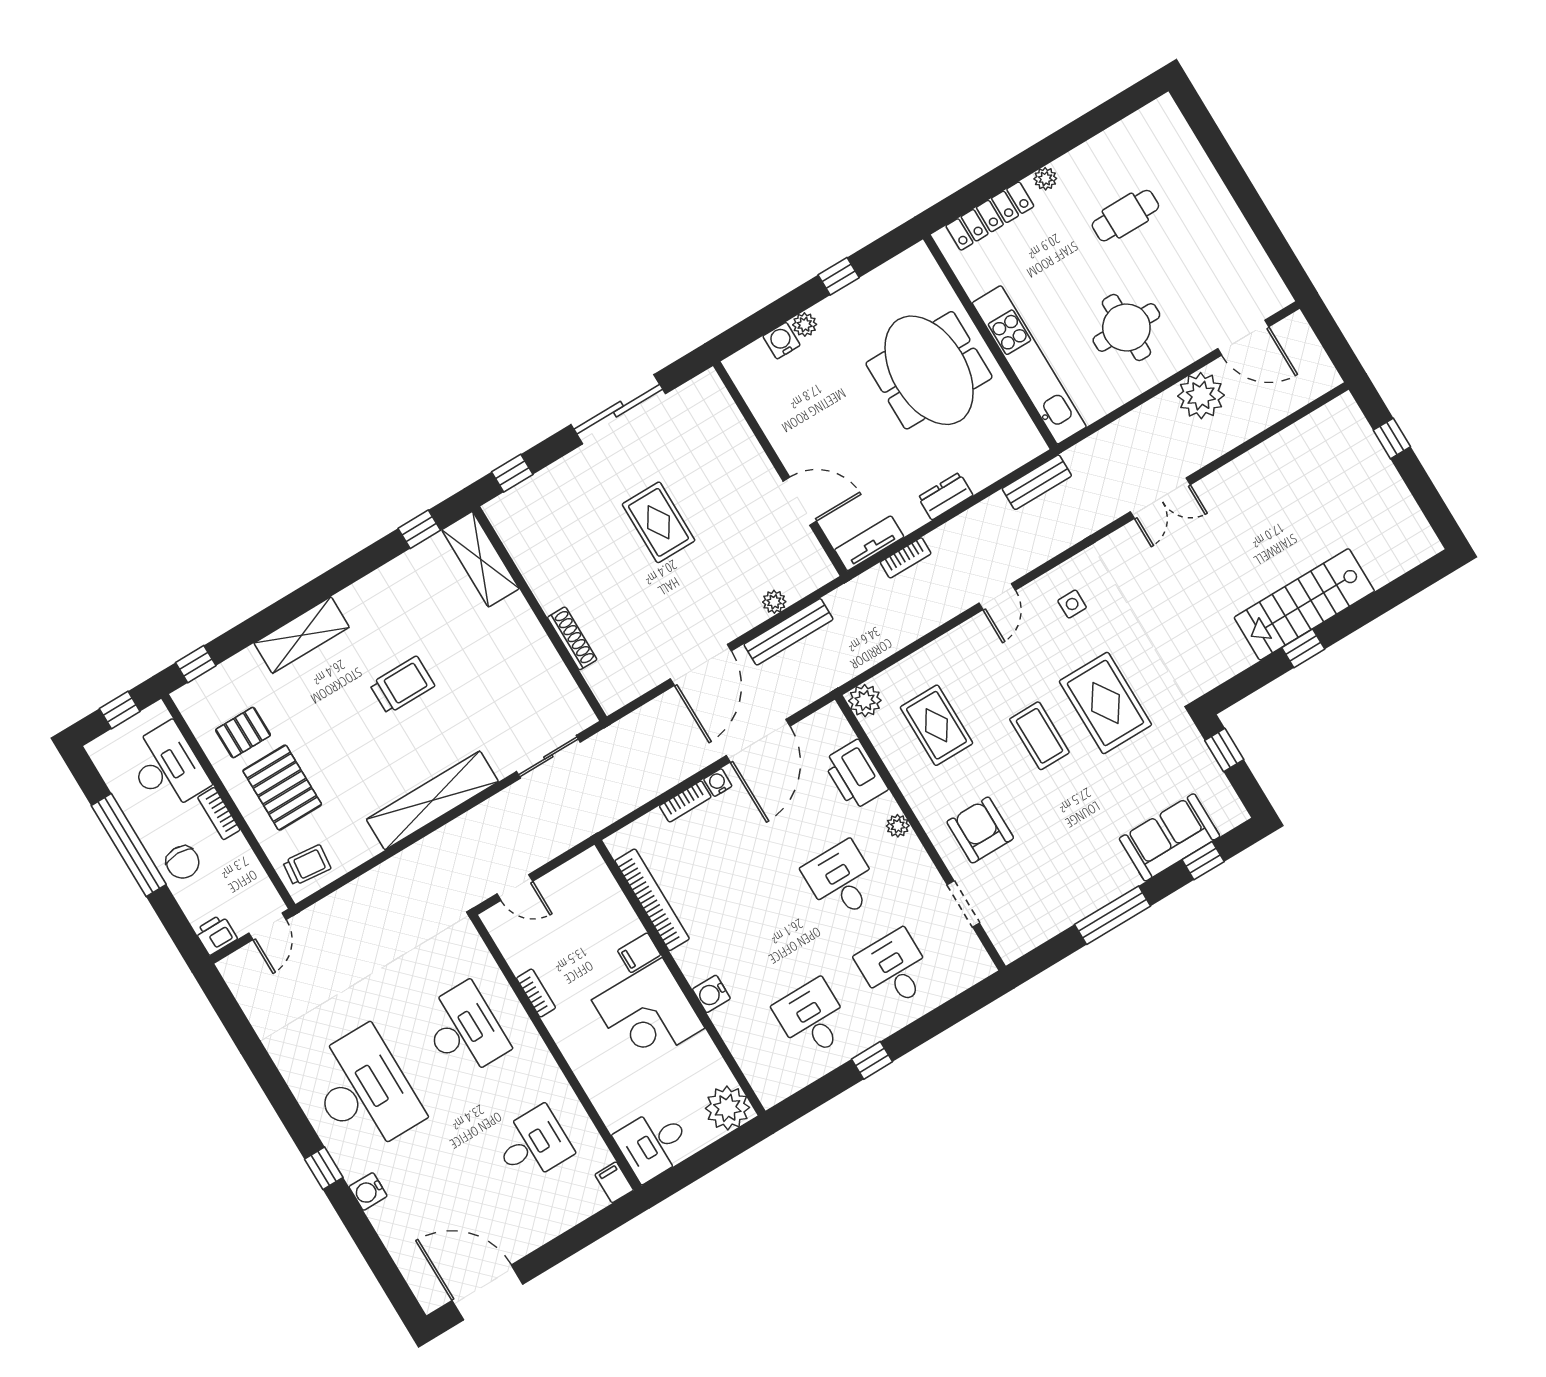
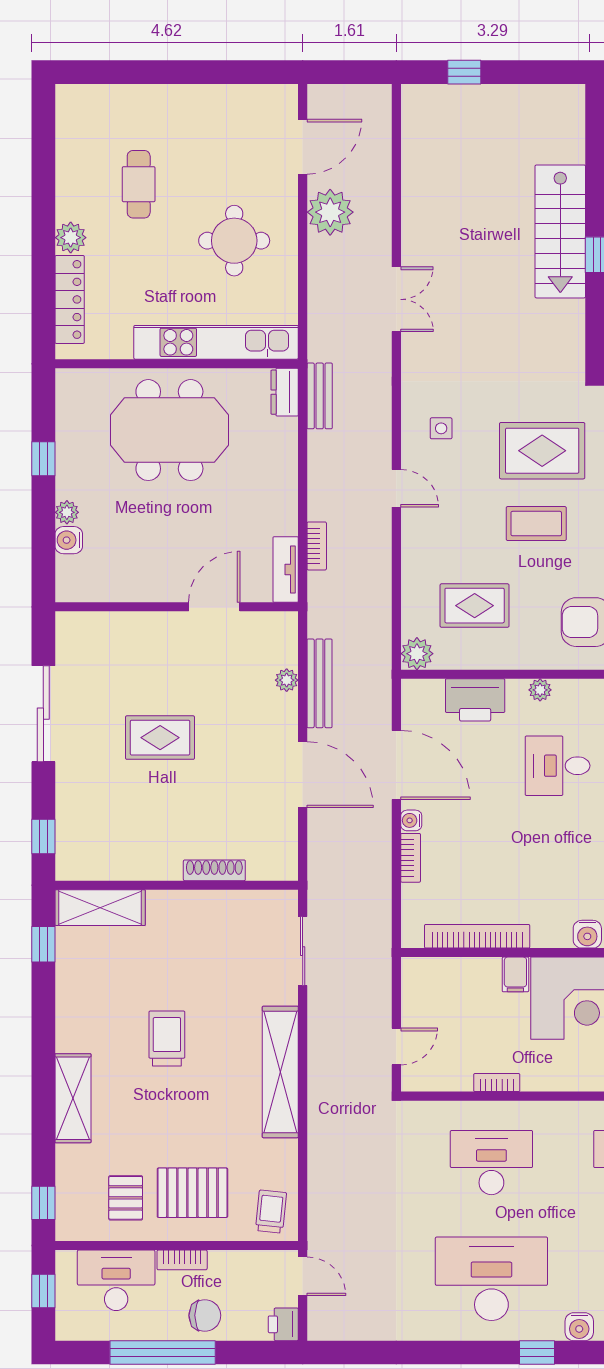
plant: (1045, 179) -> (71, 238), width x1.38, depth x1.38
dresser: (945, 496) -> (285, 392), moved

